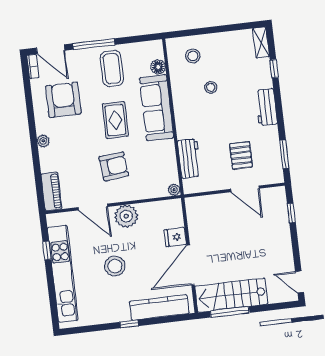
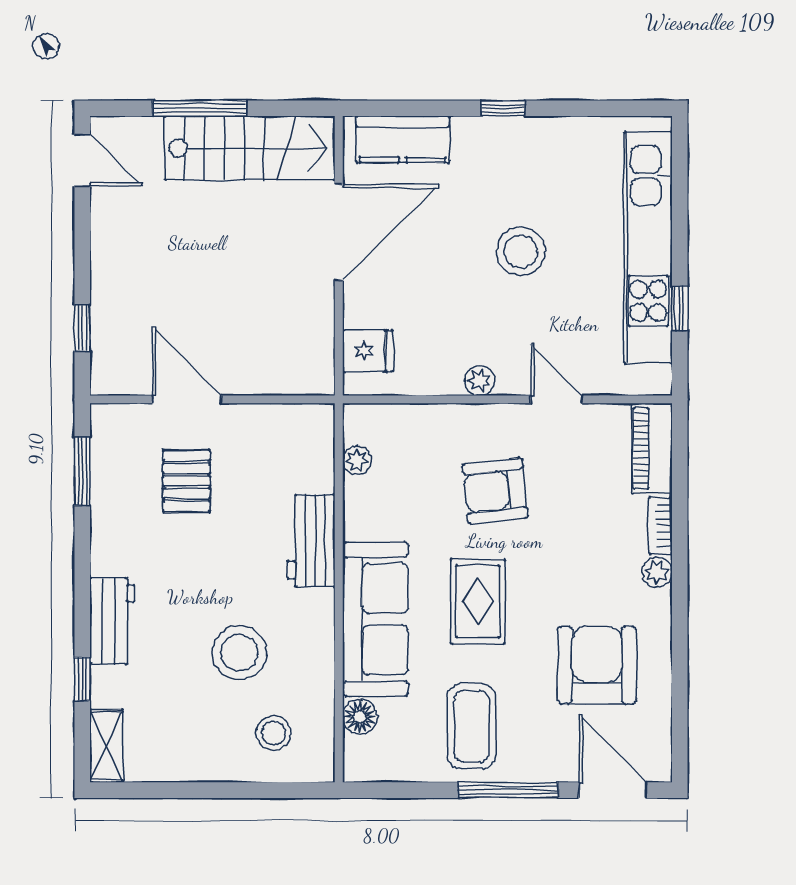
bookcase: (33, 66) -> (661, 526), moved
stool: (211, 87) -> (239, 653), width x1.89, depth x1.89
armchair: (63, 100) -> (597, 665), turned 180
workbench: (266, 107) -> (112, 621), moved
workbench: (189, 158) -> (311, 541), moved
plant: (174, 190) -> (357, 460), moved
door: (93, 207) -> (557, 399), width x0.73
plant: (126, 216) -> (479, 381), width x0.53, depth x0.53
fridge: (175, 237) -> (368, 351), moved
kitchen counter: (159, 307) -> (403, 139), width x0.67
window: (230, 312) -> (200, 108), moved

